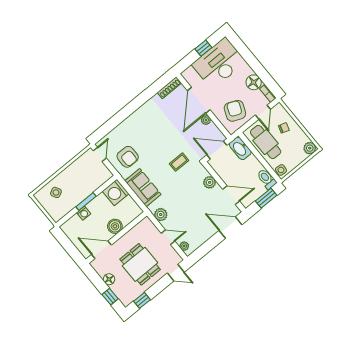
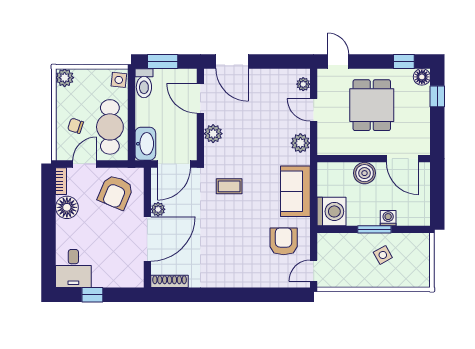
desk: (219, 63) -> (73, 268), width x0.53, depth x0.77
door: (217, 150) -> (174, 164), hinge flipped
side table: (56, 192) -> (383, 255), moved
floor lamp: (109, 279) -> (422, 77), moved

